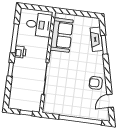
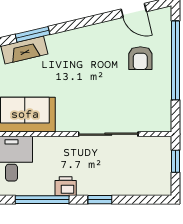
armchair: (96, 83) -> (140, 58), moved

